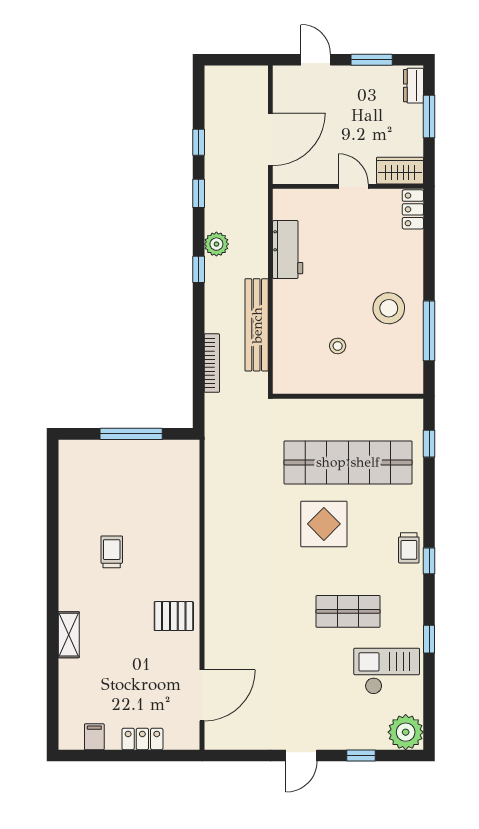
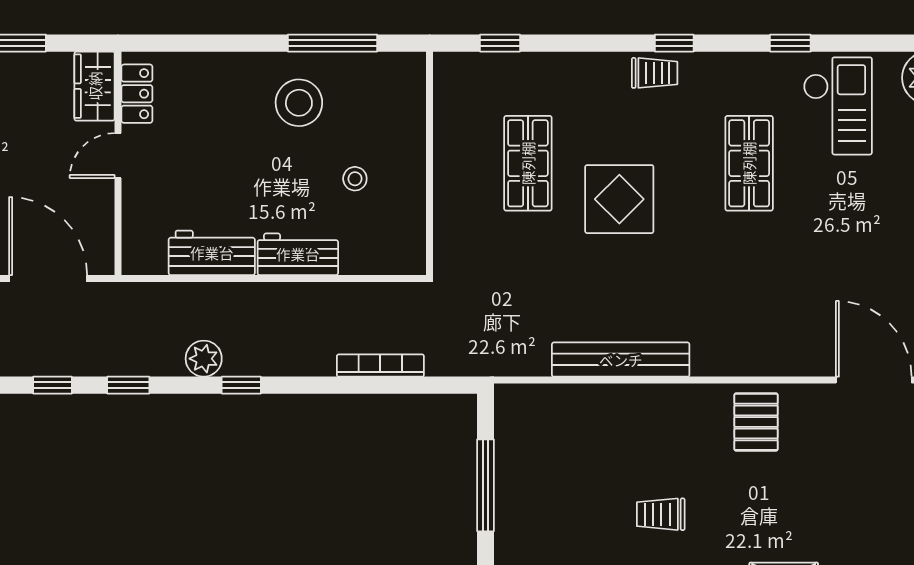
locker: (413, 209) -> (137, 94), moved, turned -90
workbench: (287, 307) -> (298, 254), added
bench: (257, 325) -> (621, 360), moved
shop shelf: (348, 462) -> (528, 163), width x0.50, depth x0.74
checkout: (387, 671) -> (838, 106), turned 180

